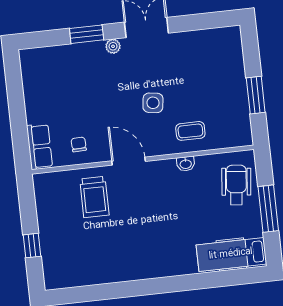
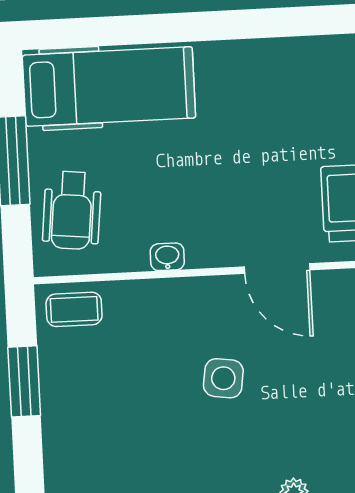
coffee table: (190, 131) -> (74, 309), moved
hospital bed: (231, 254) -> (109, 87), width x1.37, depth x1.29

